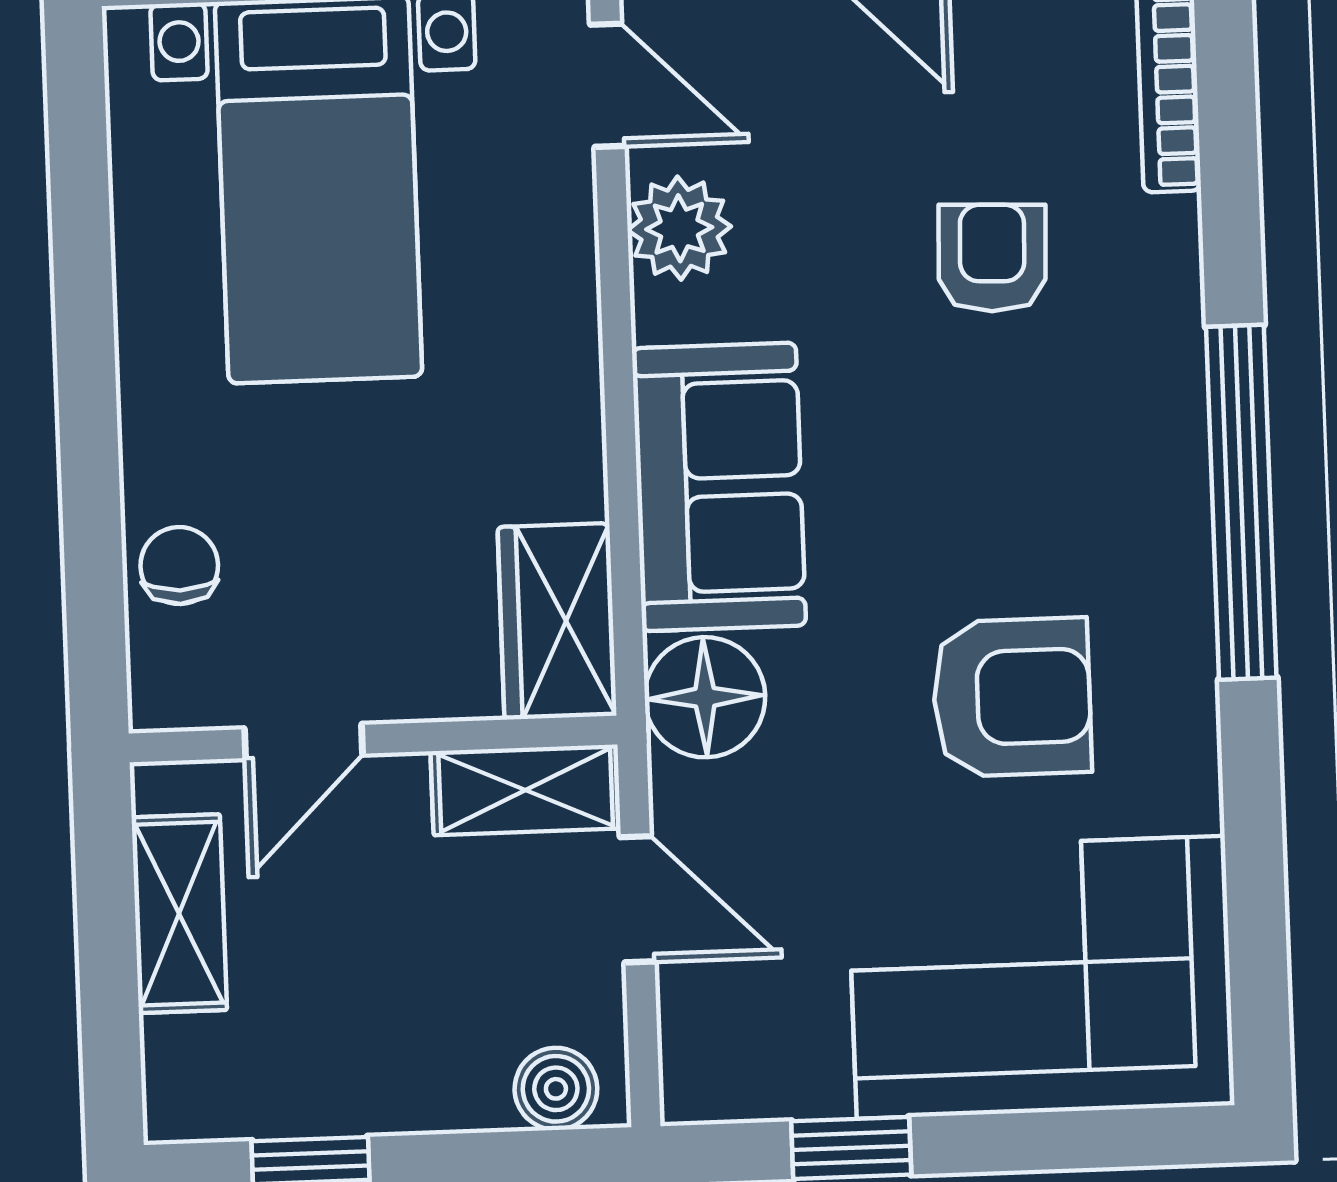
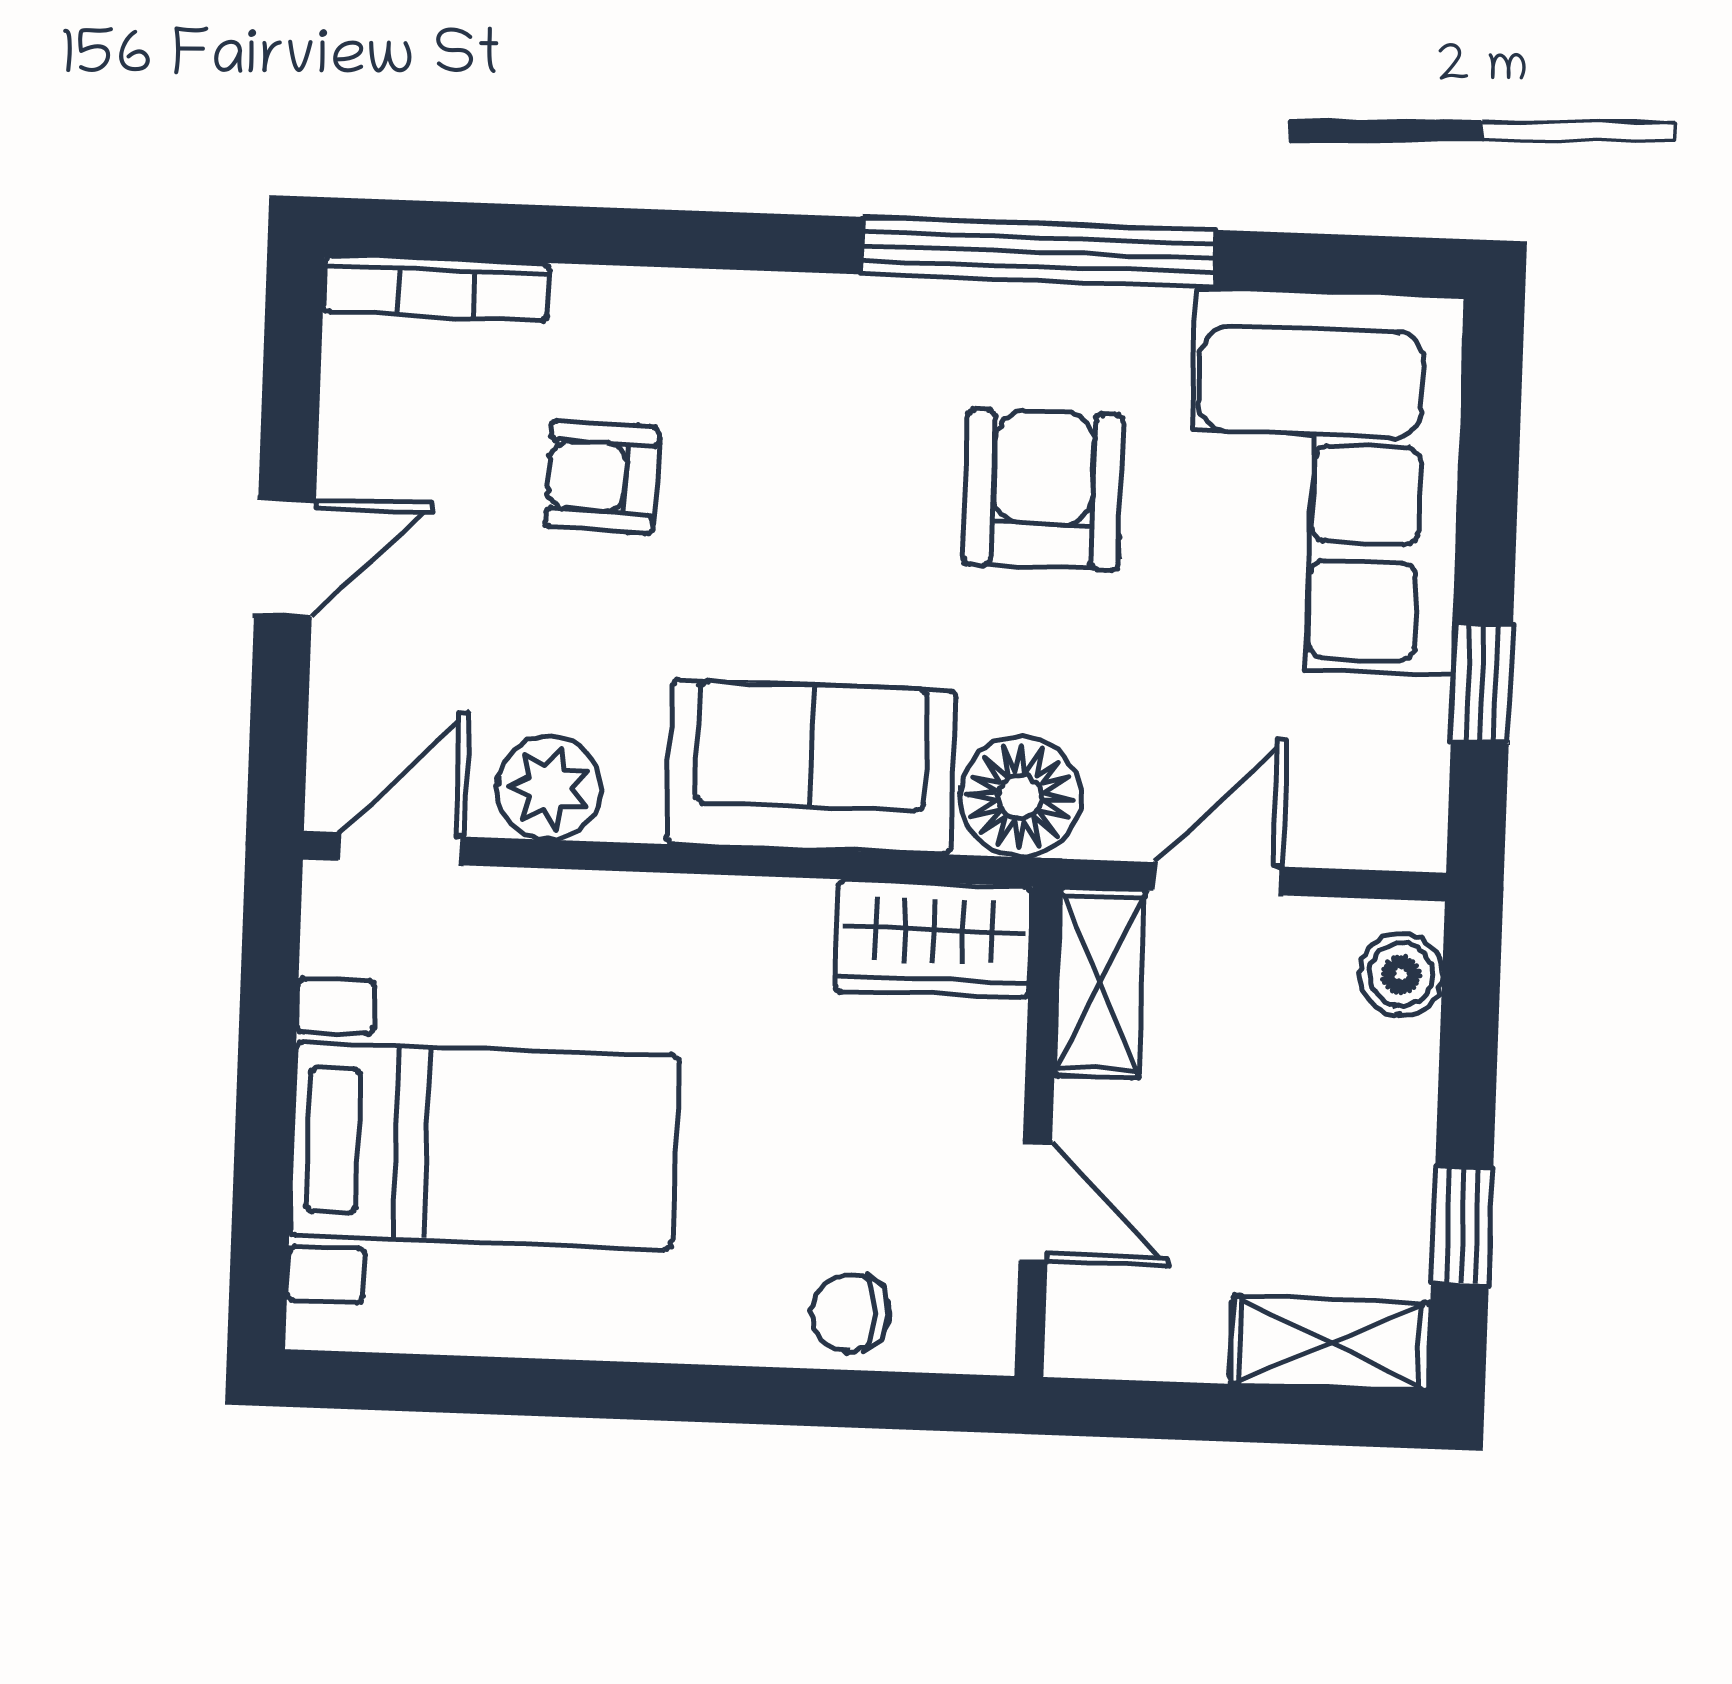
window: (1241, 502) -> (1038, 252), moved
shelving: (179, 914) -> (1330, 1343), moved

